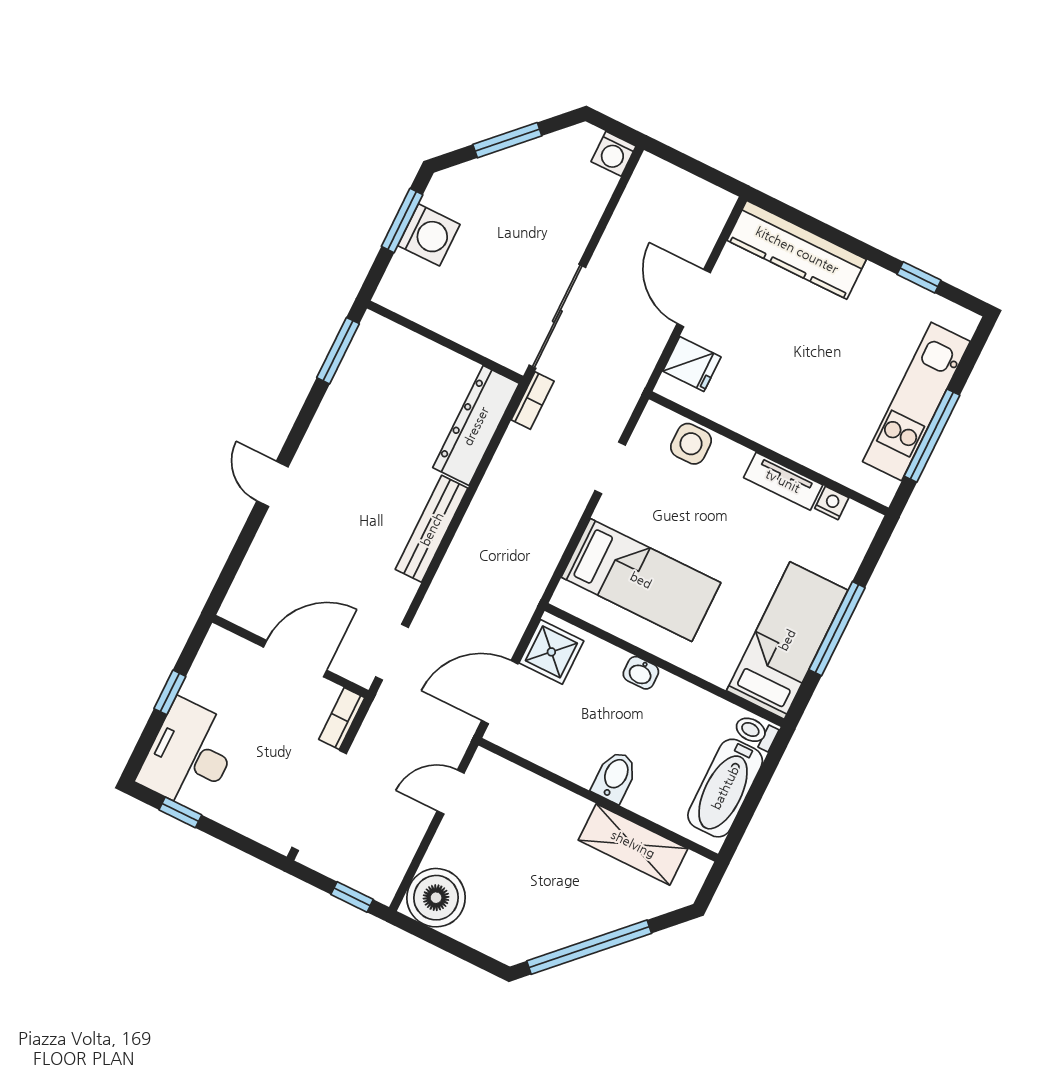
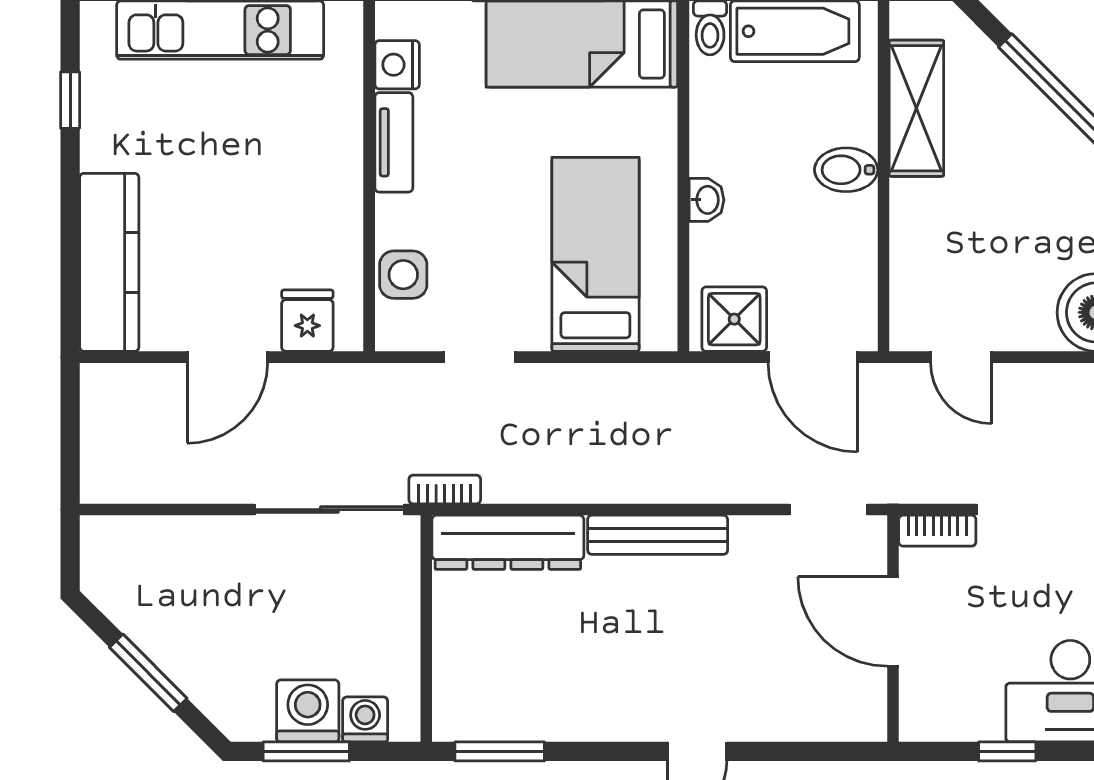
washing machine: (614, 154) -> (365, 719), moved, turned -90
nightstand: (832, 503) -> (397, 65), width x1.39, depth x1.35

